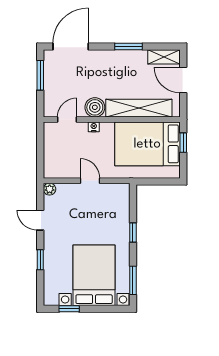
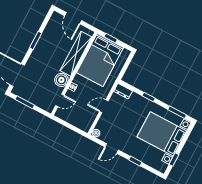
shelving: (164, 57) -> (53, 22), removed
door: (183, 80) -> (73, 18), hinge flipped
door: (67, 119) -> (60, 100), swing flipped
dresser: (123, 195) -> (123, 91), added

